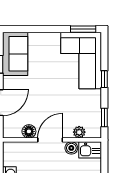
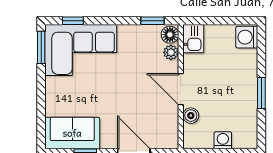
window: (104, 79) -> (73, 21), moved
floor lamp: (29, 131) -> (170, 35), moved
boiler: (71, 148) -> (191, 116), moved

